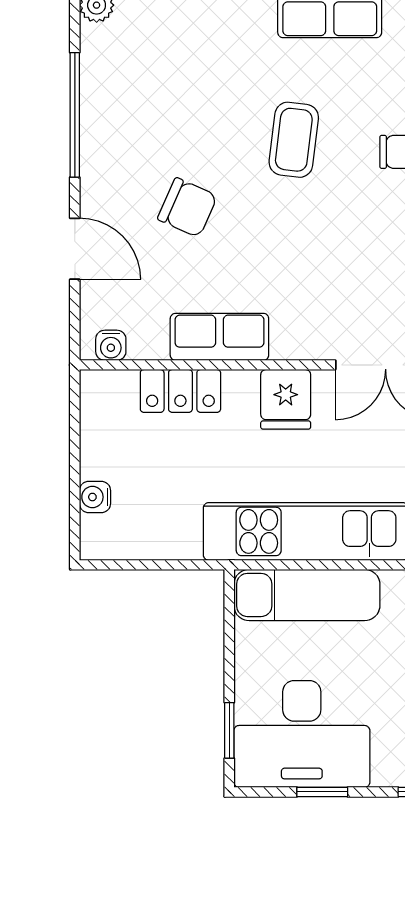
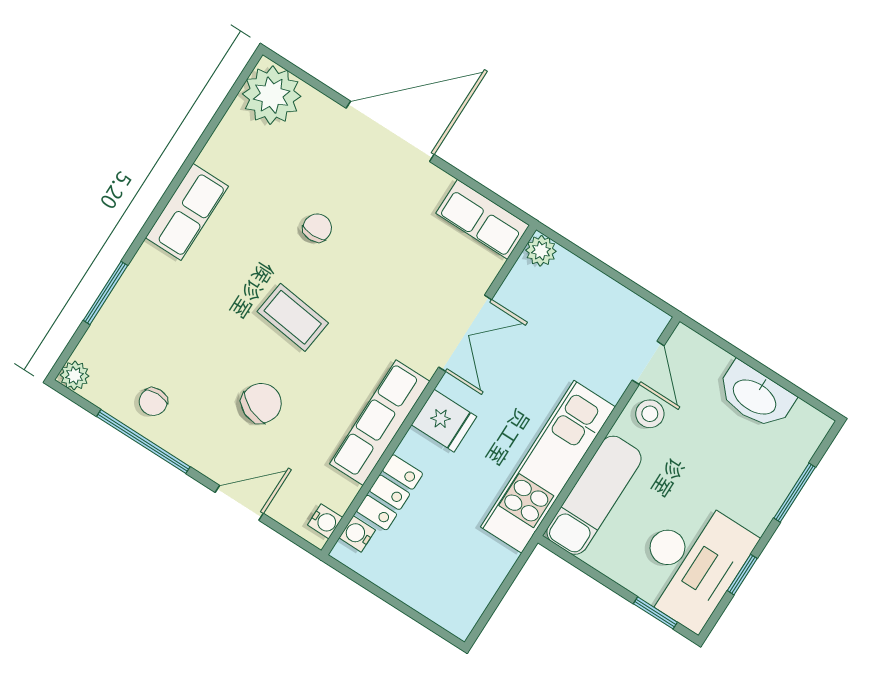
chair: (120, 100) -> (153, 402), added
coffee table: (294, 140) -> (293, 317), moved
row of seats: (219, 337) -> (380, 423), width x1.48
water cooler: (95, 497) -> (357, 534), moved, turned 90

